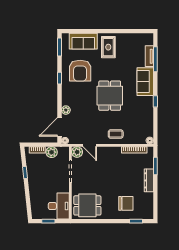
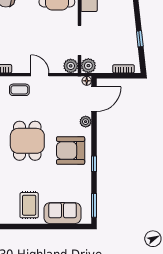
armchair: (80, 71) -> (71, 151), moved, turned -90
door: (90, 145) -> (40, 75), moved
plant: (52, 152) -> (88, 66), moved

